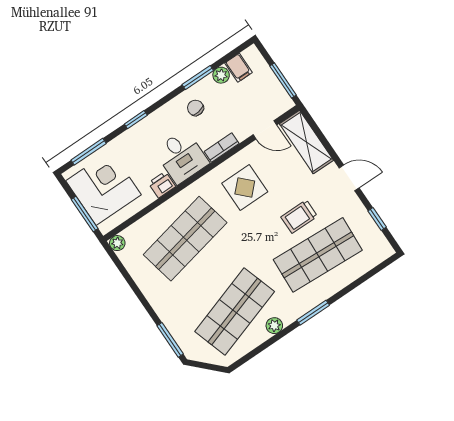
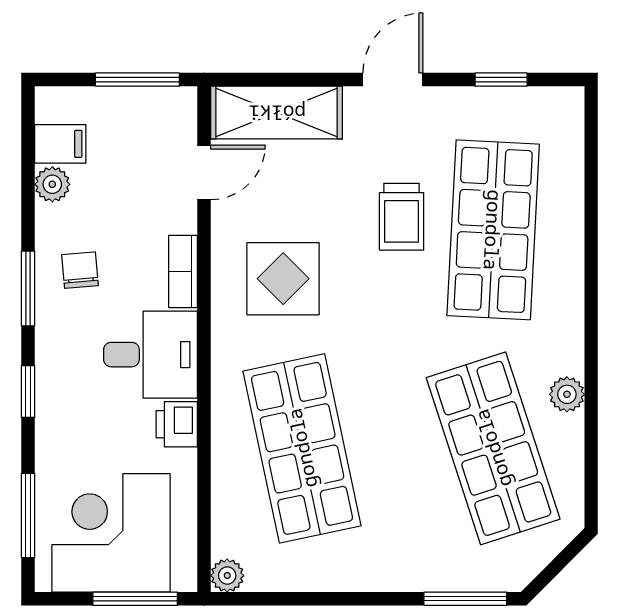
window: (198, 77) -> (28, 288), moved
chair: (196, 108) -> (80, 270), turned 94
window: (313, 313) -> (591, 309), removed

